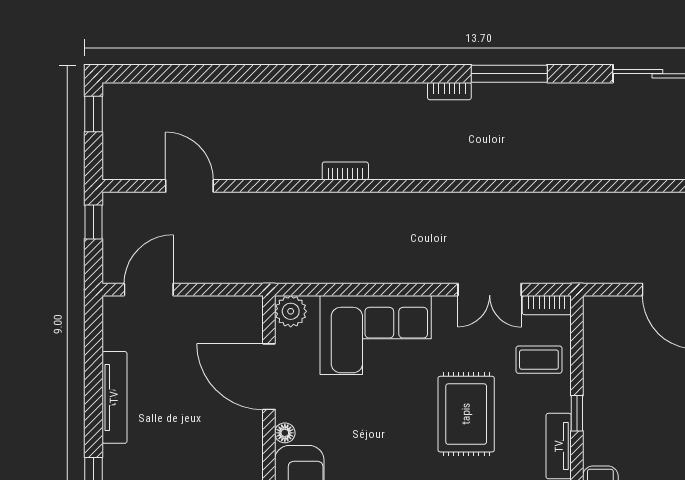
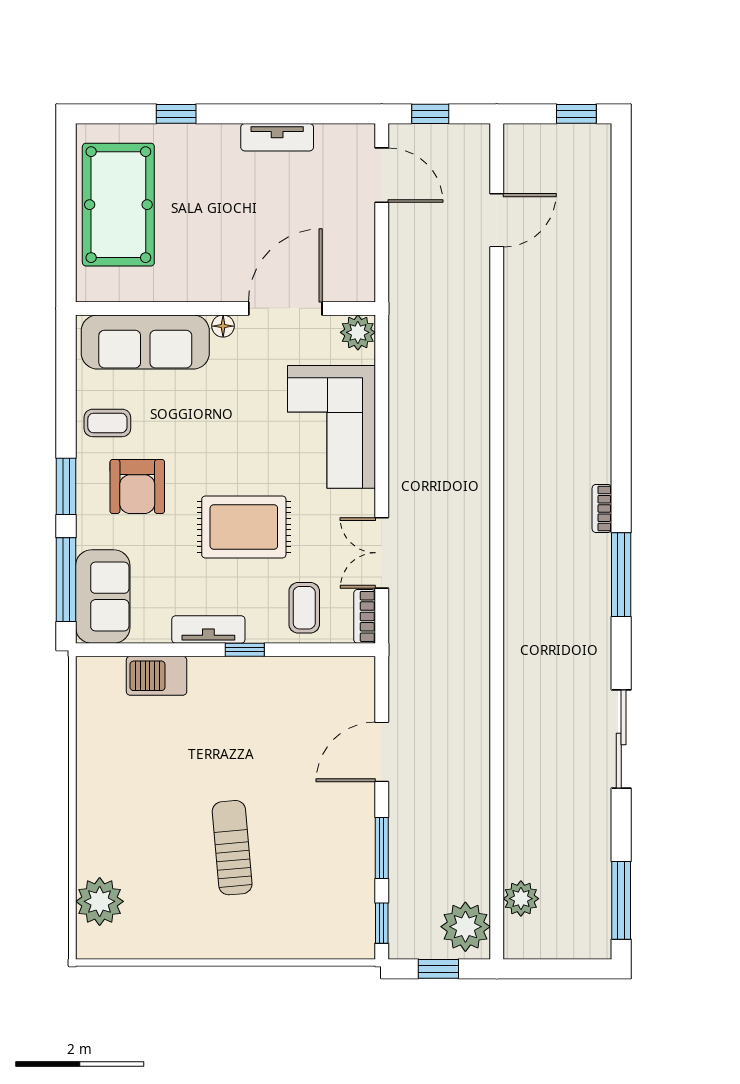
bookcase: (345, 171) -> (513, 393), removed
window: (93, 222) -> (430, 114), moved
tv unit: (114, 397) -> (277, 137), width x0.71

